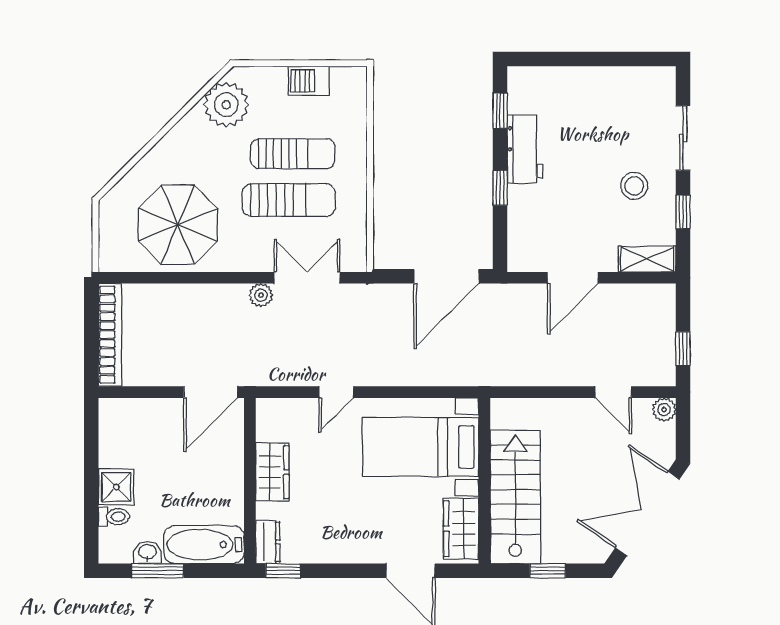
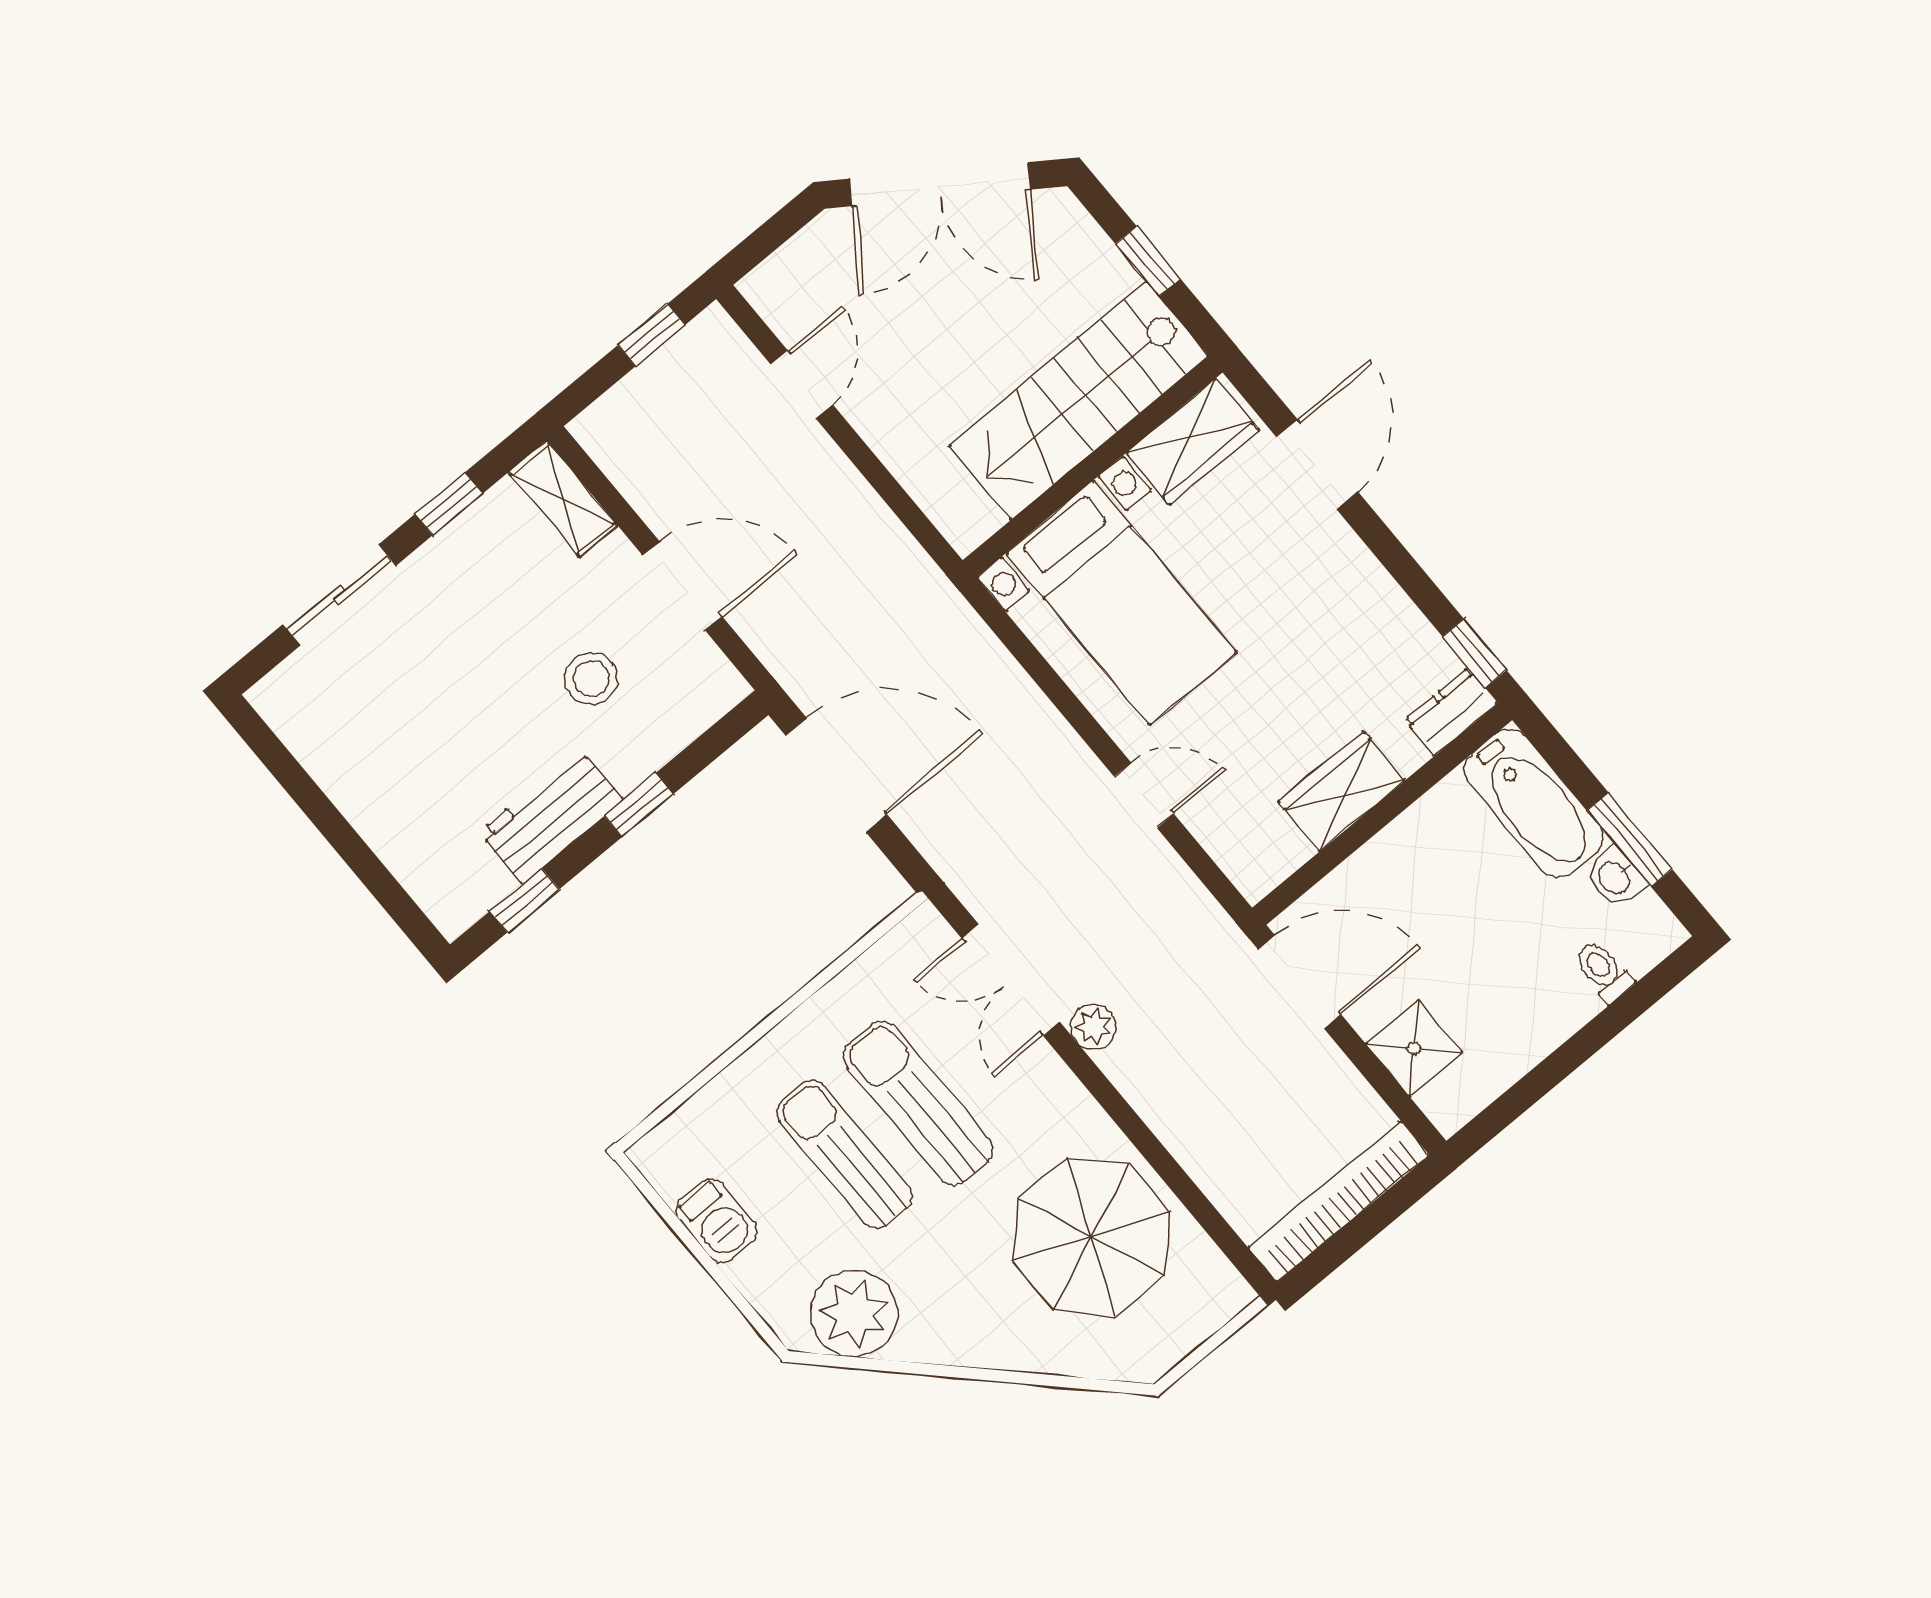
stool: (634, 186) -> (591, 678), moved
plant: (664, 410) -> (765, 288), removed
shower: (116, 487) -> (1414, 1048), moved

